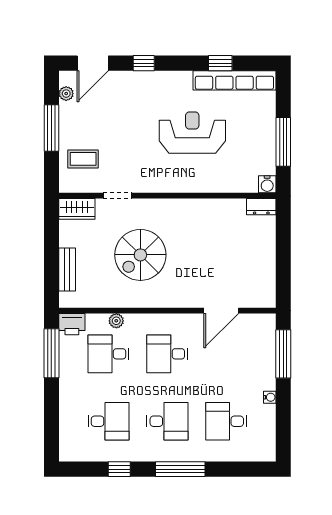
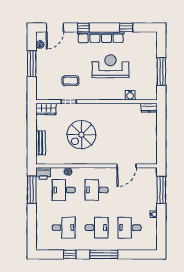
row of seats: (234, 80) -> (101, 37), moved
coffee table: (83, 159) -> (70, 81), moved
water cooler: (267, 184) -> (130, 95), moved

